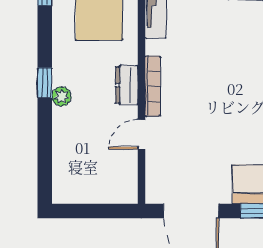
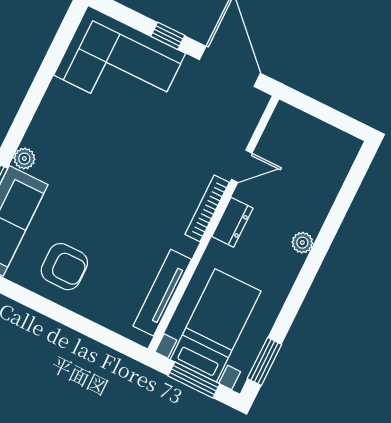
window: (45, 83) -> (312, 264), removed

